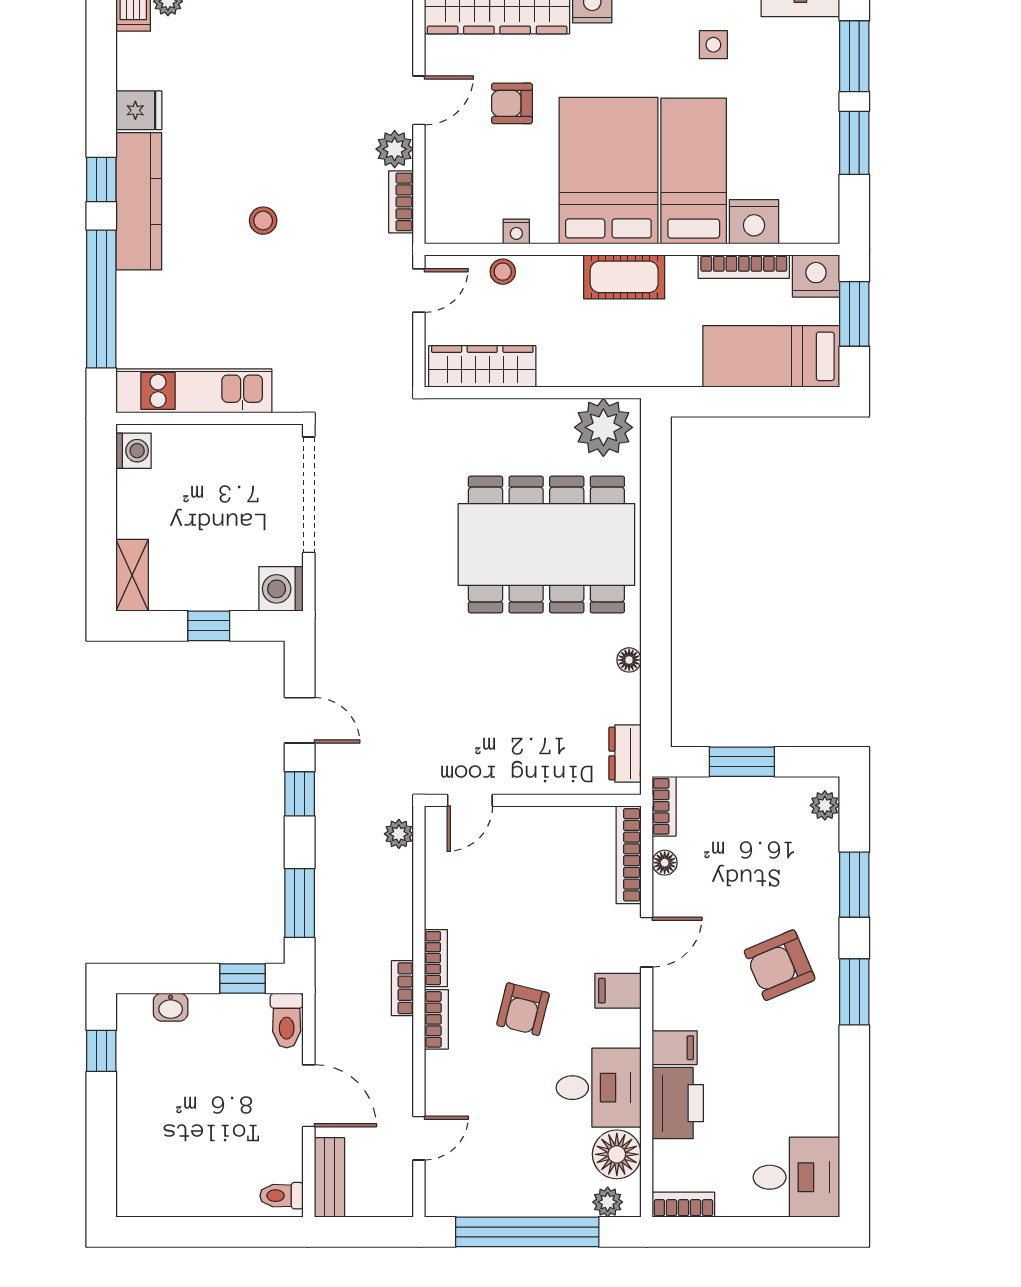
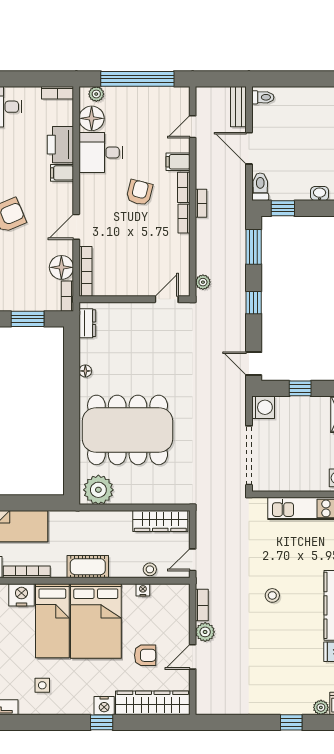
door: (300, 720) -> (254, 364), moved
floor lamp: (665, 863) -> (61, 267), width x1.89, depth x1.89
filing cabinet: (618, 991) -> (178, 162), moved, turned 180

